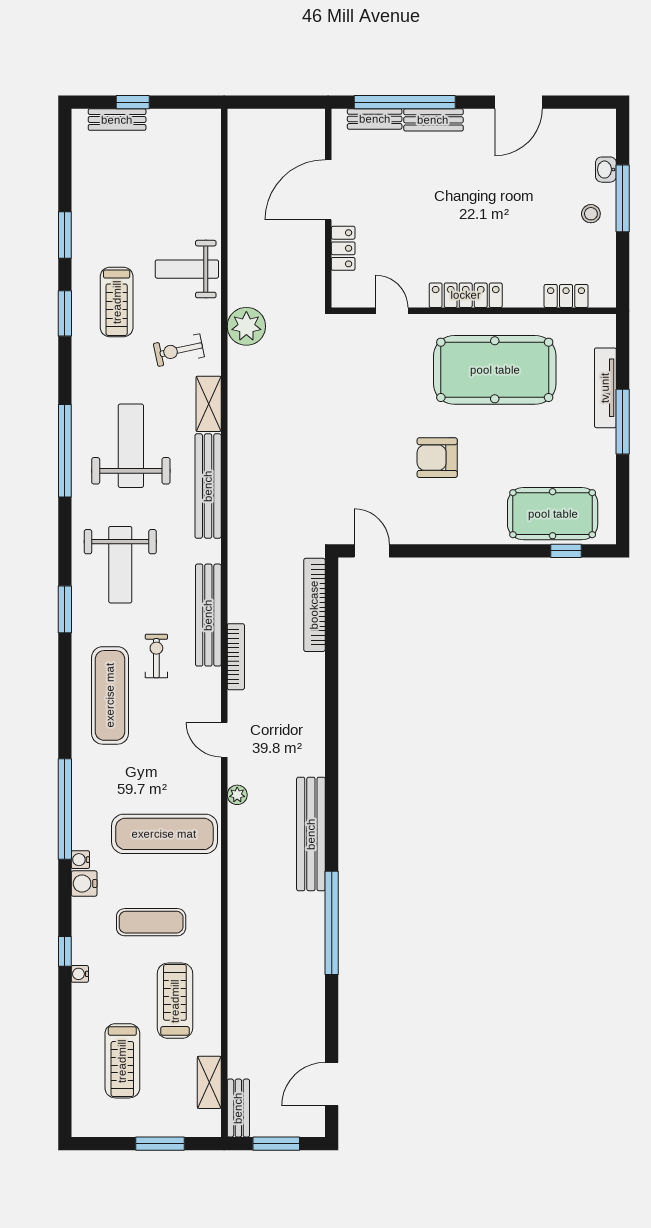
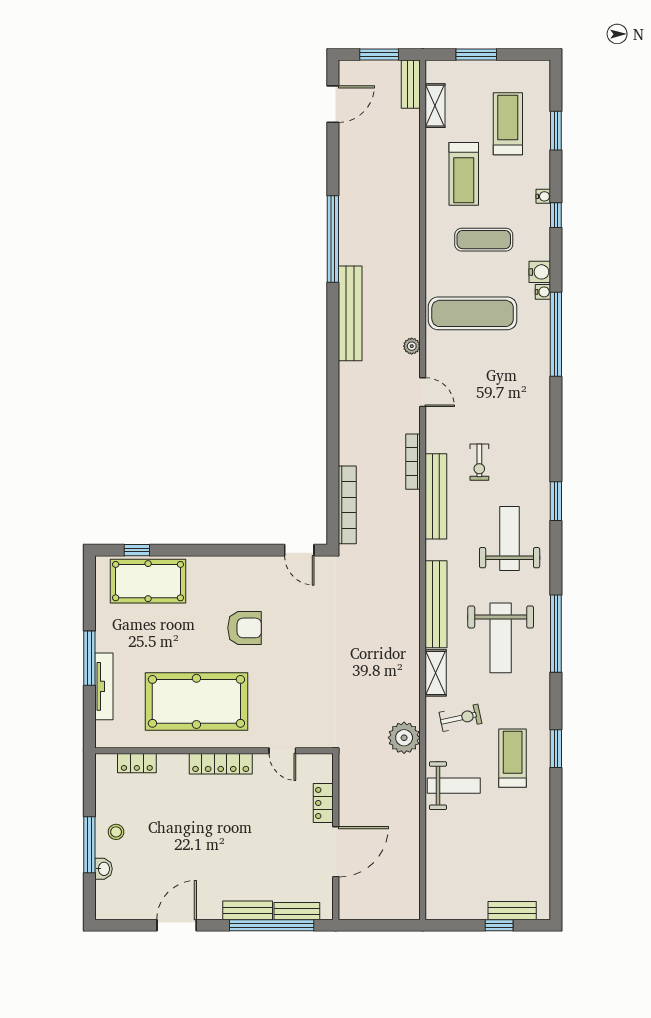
window: (65, 235) -> (556, 131), moved
exercise mat: (110, 695) -> (518, 429), removed

